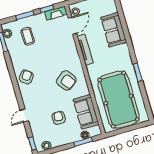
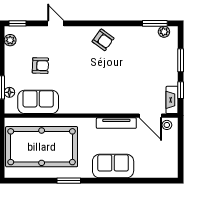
sofa: (114, 30) -> (113, 166), moved
coffee table: (28, 36) -> (153, 56), removed
armchair: (66, 81) -> (84, 89), removed

